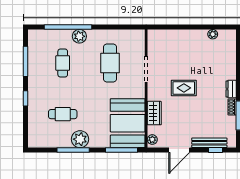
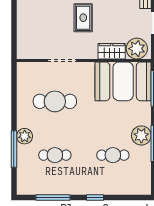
window: (68, 27) -> (14, 149), width x0.68
cafe table: (63, 114) -> (113, 155), turned 90
plant: (152, 140) -> (137, 49), width x1.87, depth x1.87

